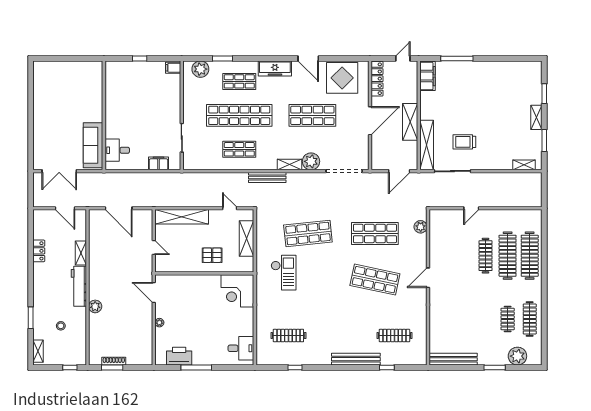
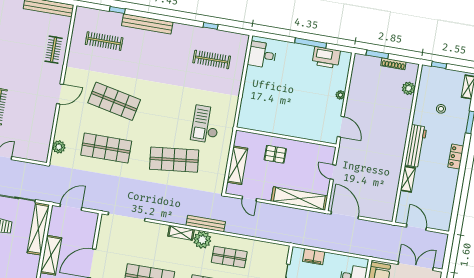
plant: (311, 161) -> (202, 240), moved
door: (119, 208) -> (345, 215), moved
locker: (39, 251) -> (456, 157), moved
corner desk: (237, 291) -> (256, 114), removed
plant: (95, 306) -> (409, 88), moved
clothes rail: (441, 319) -> (54, 50), added
window: (112, 368) -> (377, 54), moved

